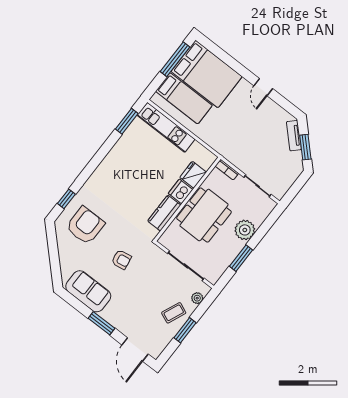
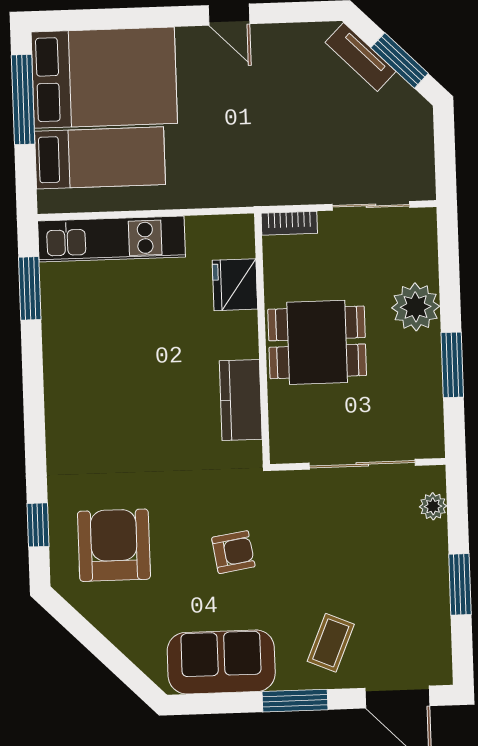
dishwasher: (181, 191) -> (238, 335), removed
dining table: (204, 215) -> (317, 342), width x0.73
coffee table: (174, 313) -> (331, 643), moved

